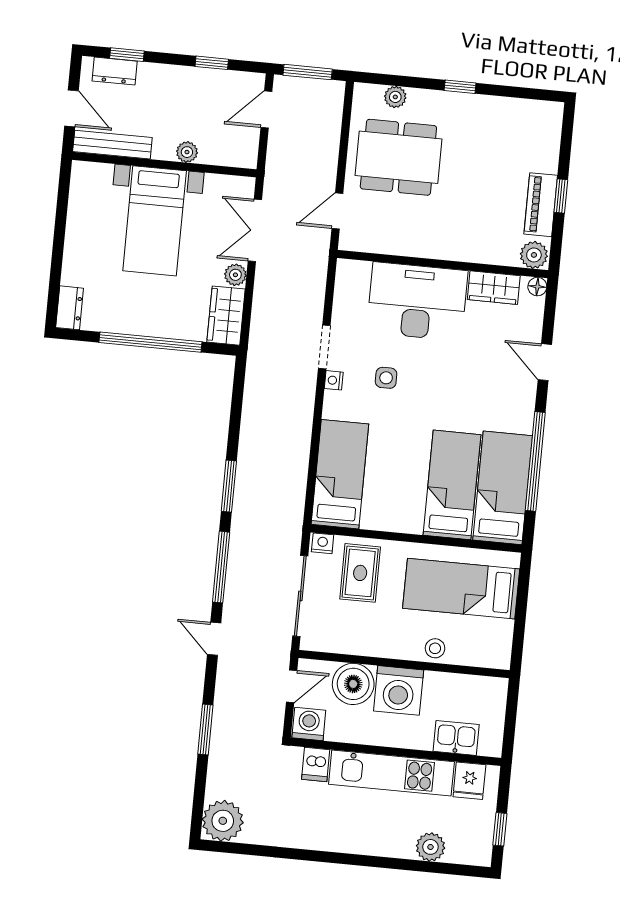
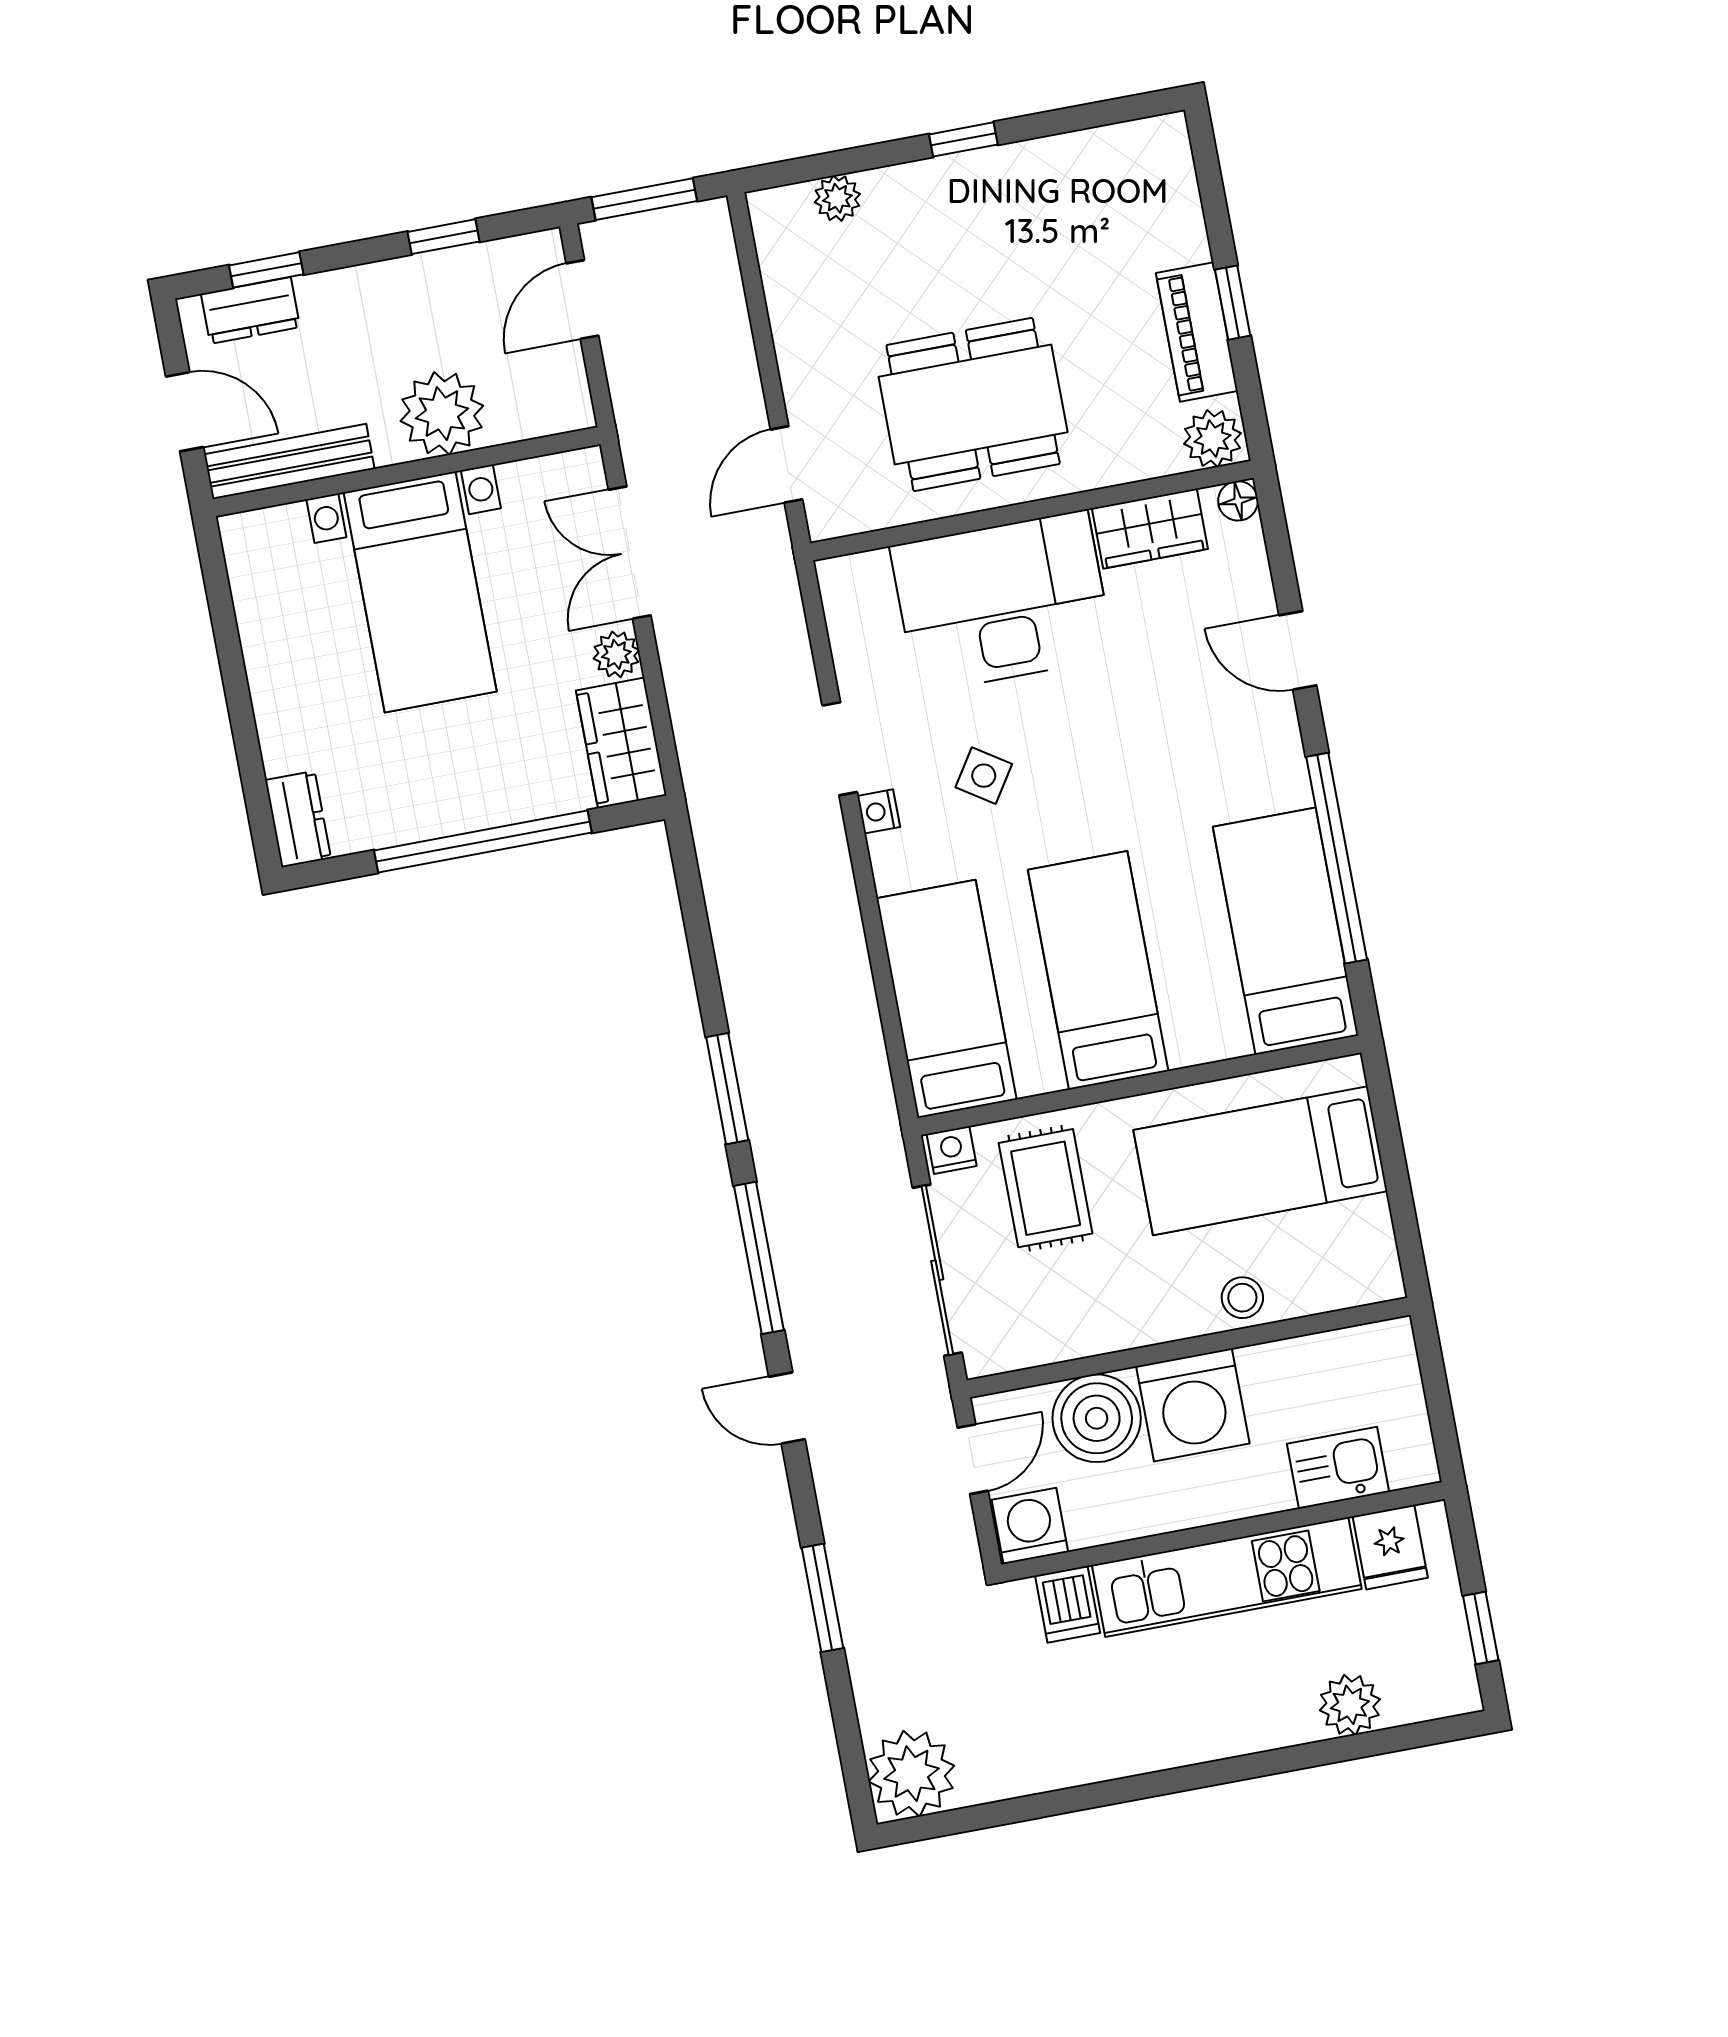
plant: (187, 152) -> (442, 413), width x1.88, depth x1.88
dining table: (398, 157) -> (973, 404), moved
side table: (386, 378) -> (984, 776), turned 33
bed: (452, 485) -> (1098, 970), moved

